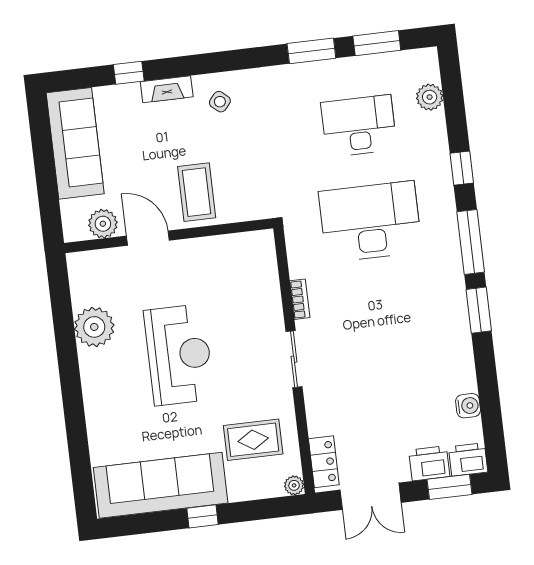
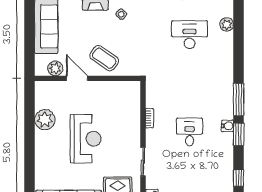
window: (462, 168) -> (239, 178), moved
coffee table: (197, 192) -> (104, 58), turned -55
desk: (370, 222) -> (190, 132), moved, width x0.53, depth x0.77
sliding door: (294, 359) -> (143, 162), moved
water cooler: (468, 406) -> (228, 126), moved

